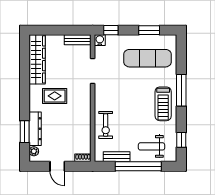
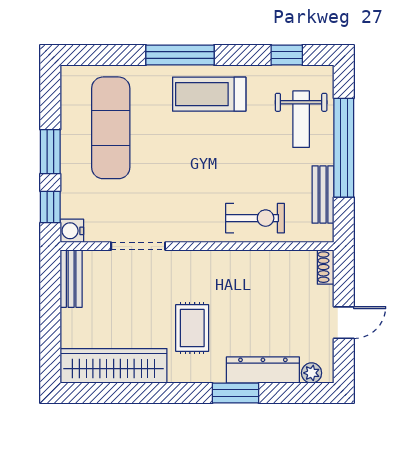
window: (149, 30) -> (50, 152), moved
treadmill: (163, 104) -> (209, 94), turned 180
window: (25, 132) -> (235, 393), moved

